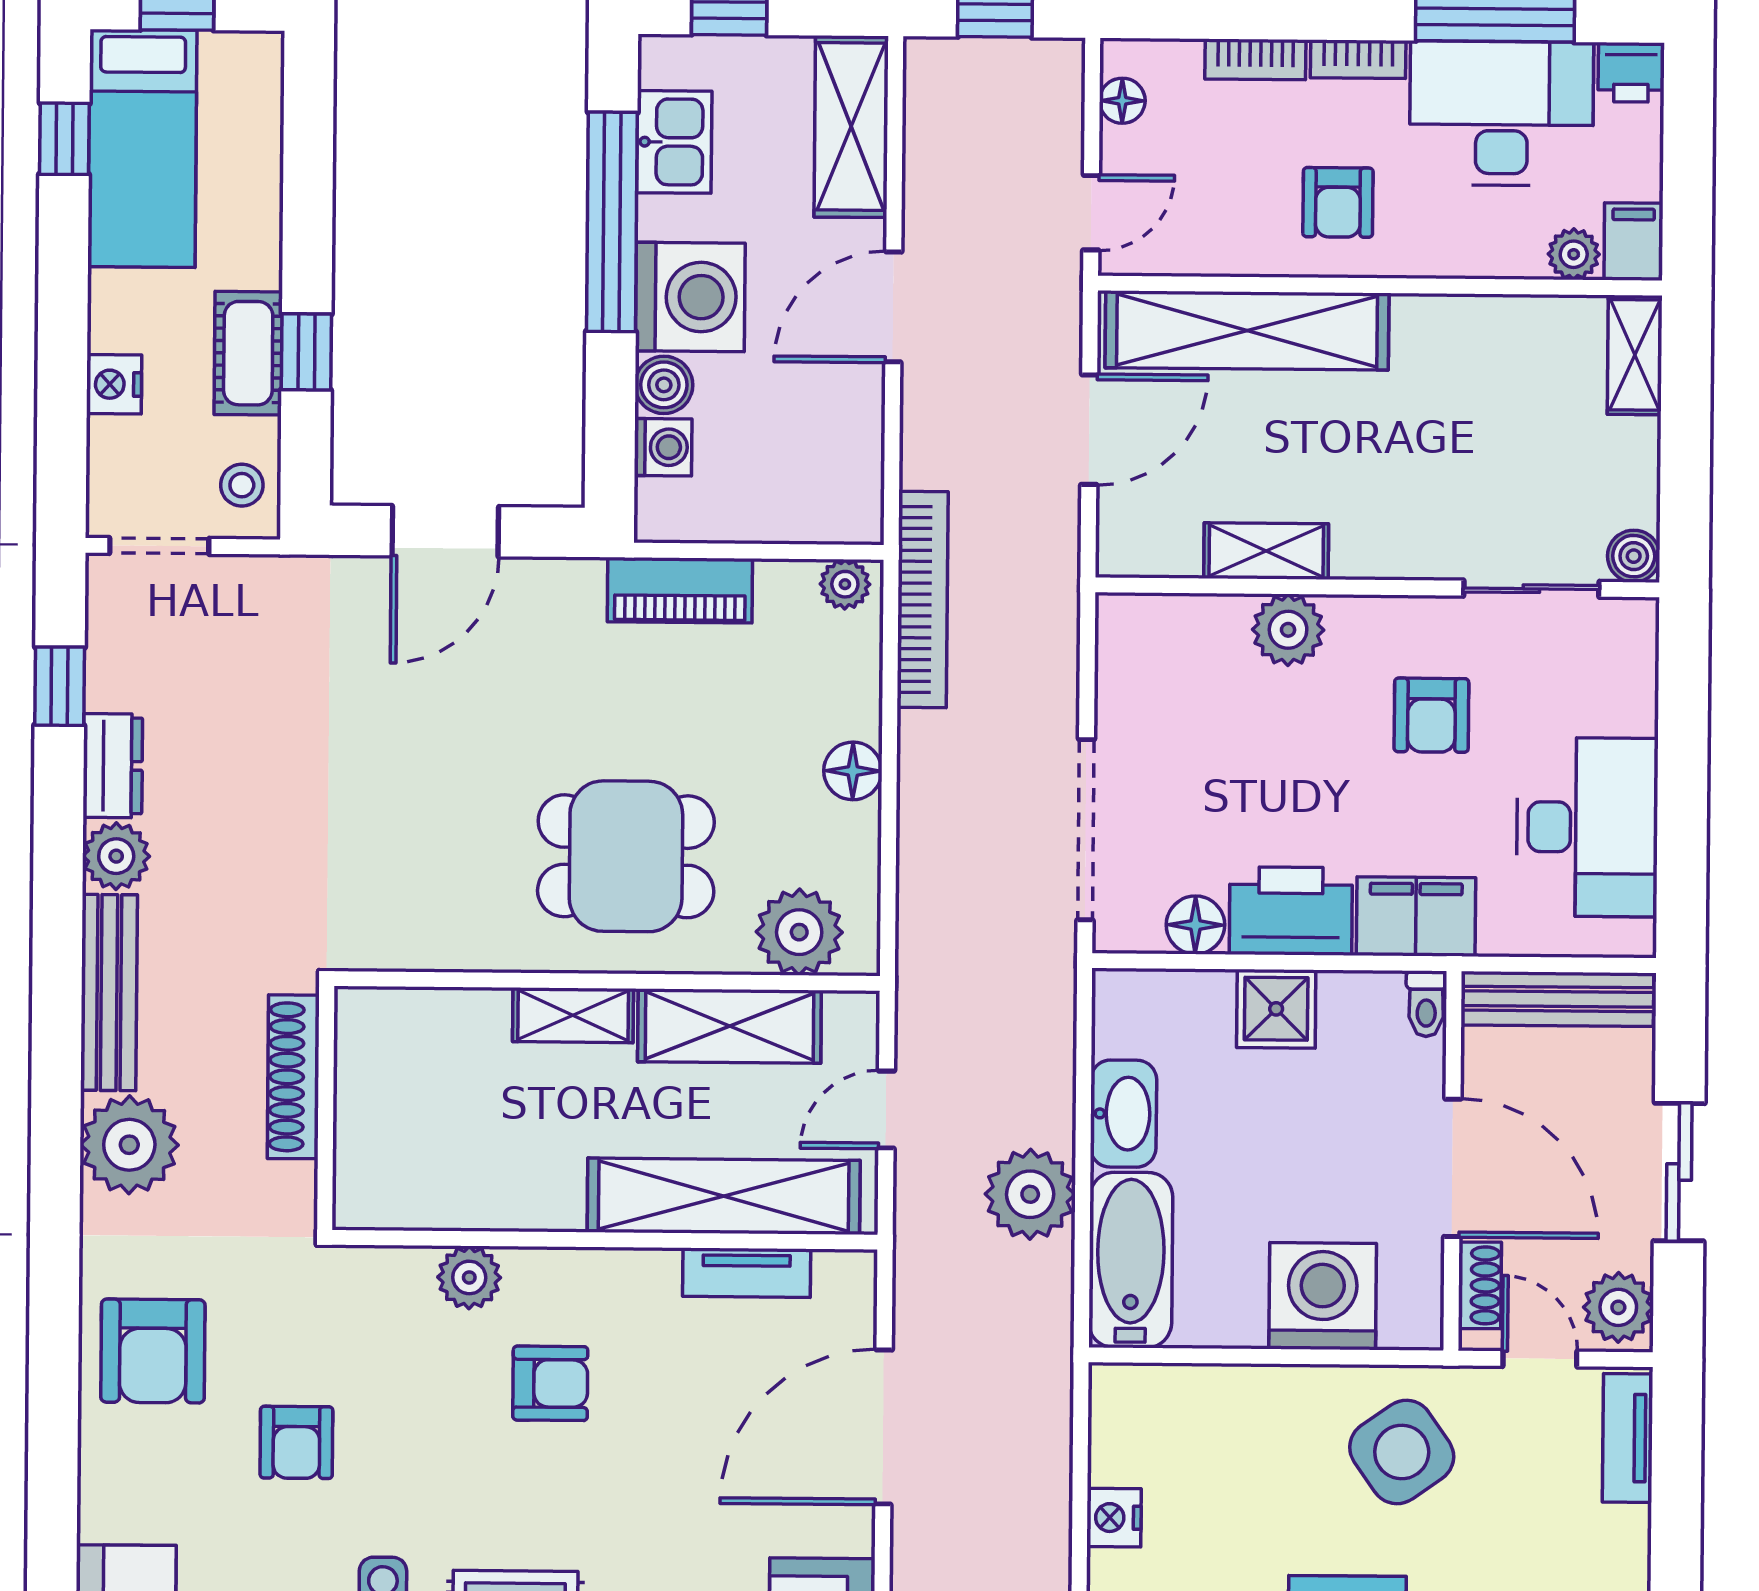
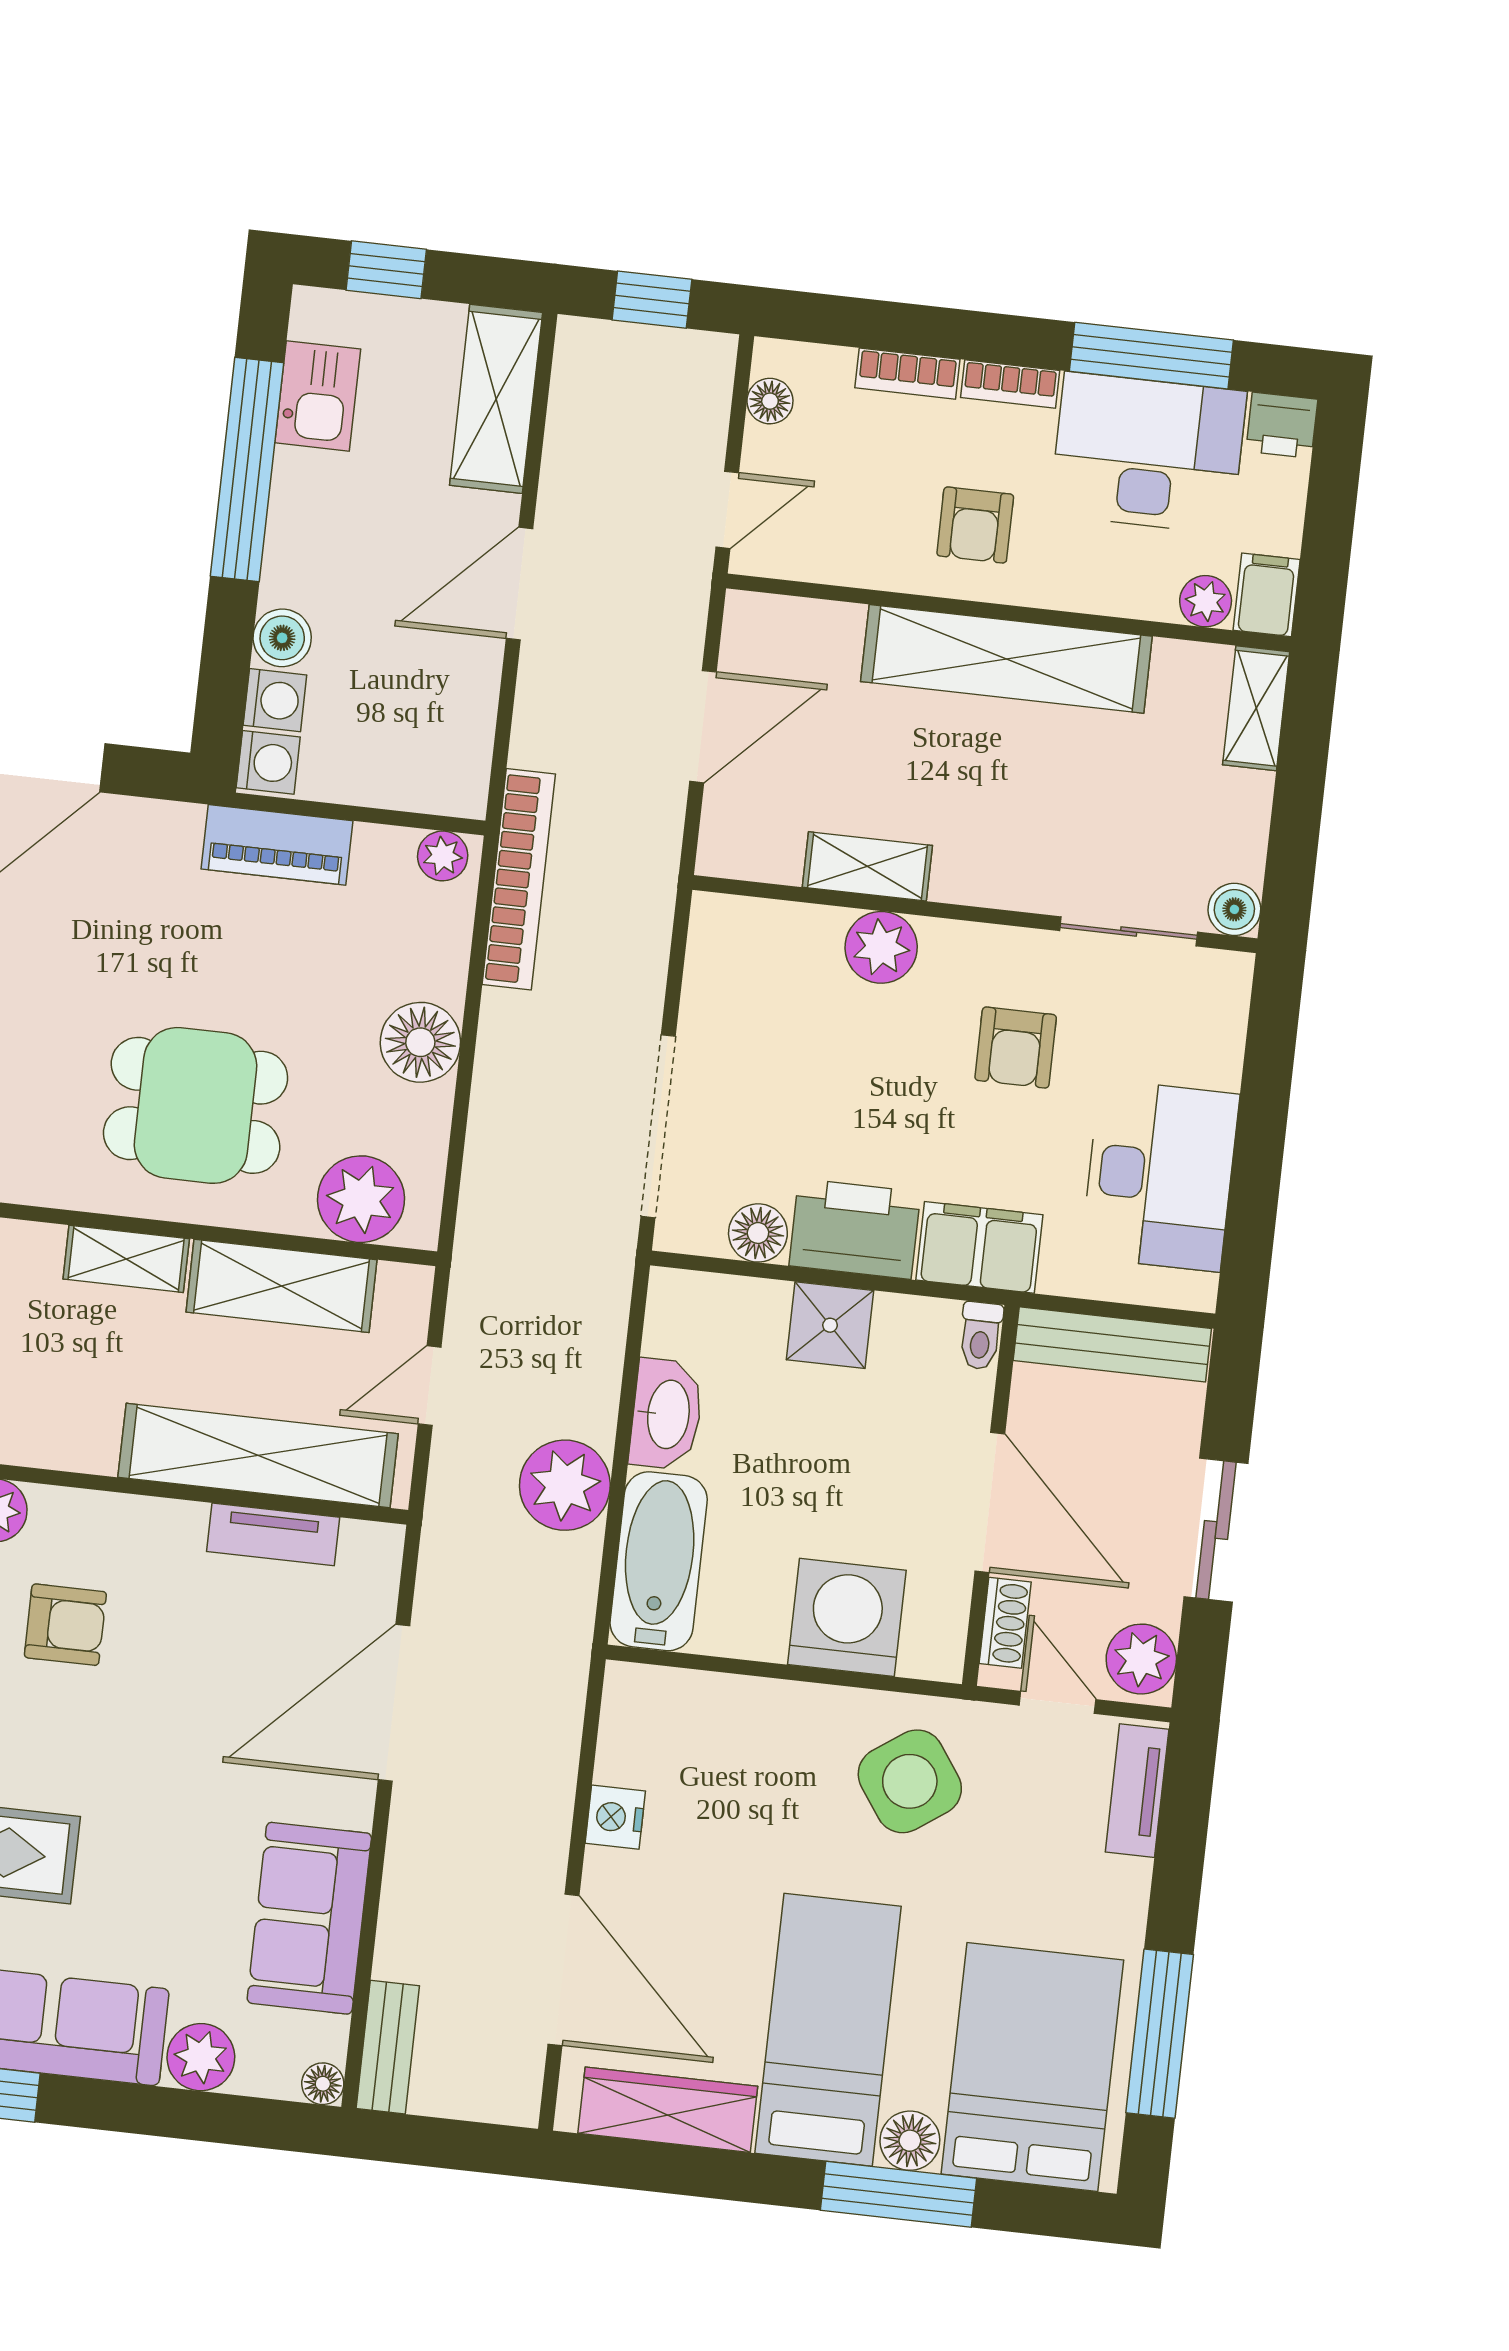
washing machine: (690, 297) -> (268, 762), moved, width x0.53, depth x0.53
shelving: (1247, 330) -> (1006, 659), moved
floor lamp: (853, 771) -> (420, 1042), width x1.38, depth x1.38

